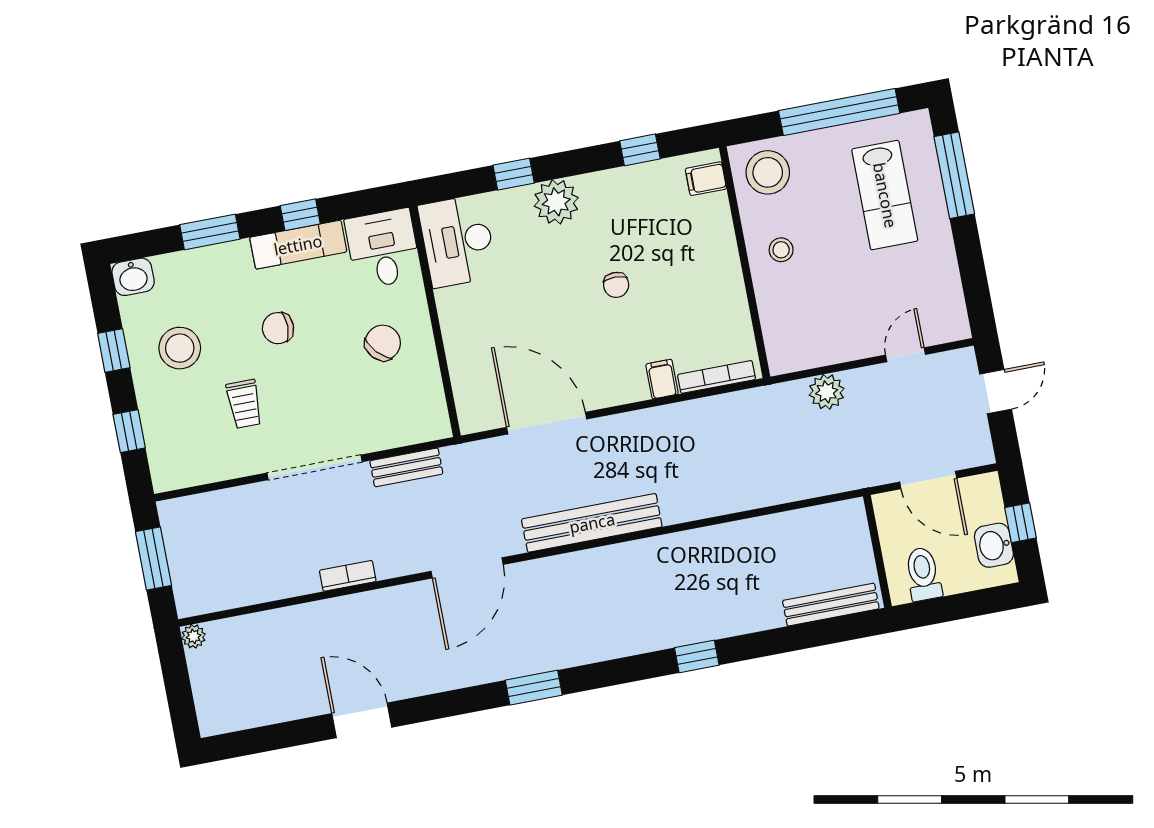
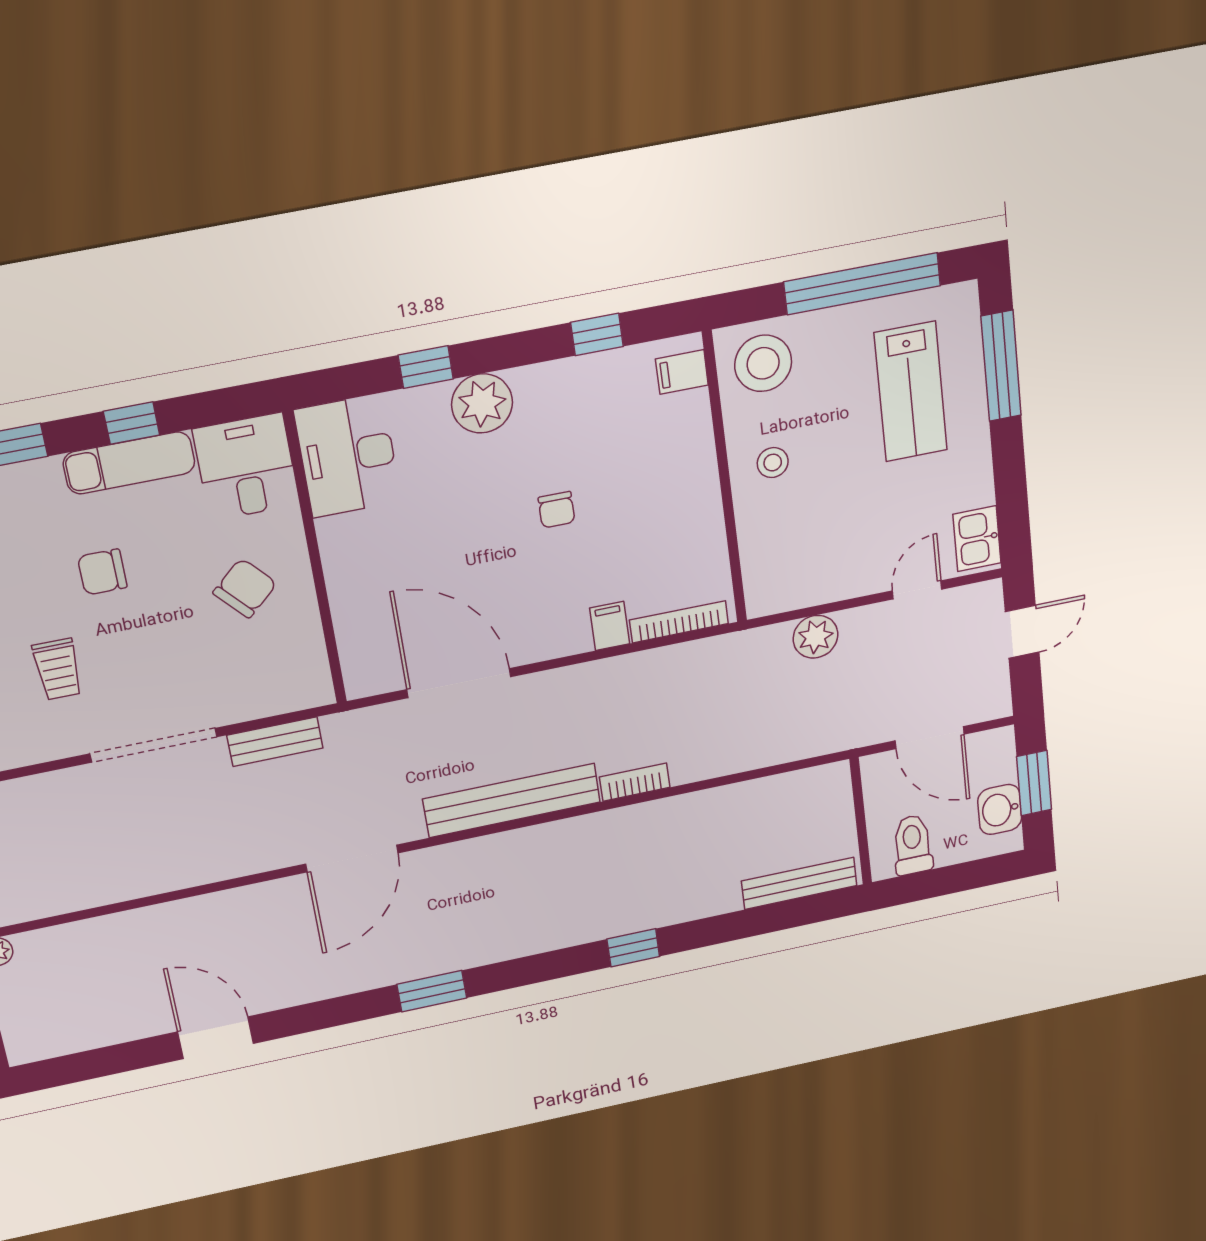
kitchen sink: (950, 313) -> (977, 539), added
window: (1021, 523) -> (1034, 783), width x1.50
bookcase: (348, 576) -> (635, 782), moved

